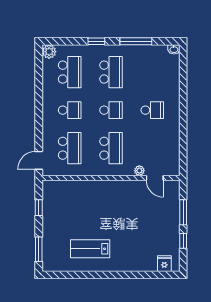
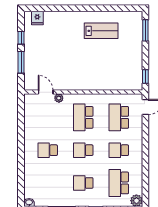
school desk: (111, 72) -> (83, 183), width x0.54
window: (39, 208) -> (145, 76), moved

